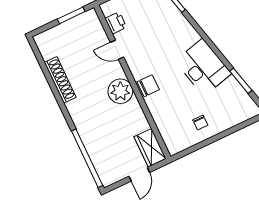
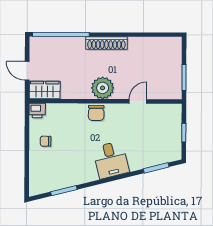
printer: (116, 23) -> (37, 111), moved
desk: (203, 67) -> (111, 160), moved, width x0.73
shoe rack: (60, 80) -> (106, 43), moved

